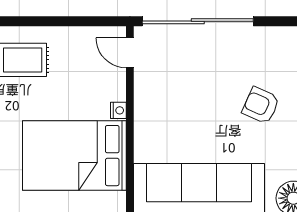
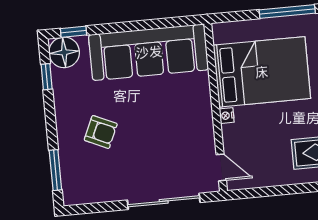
sliding door: (198, 21) -> (164, 201), width x0.73

